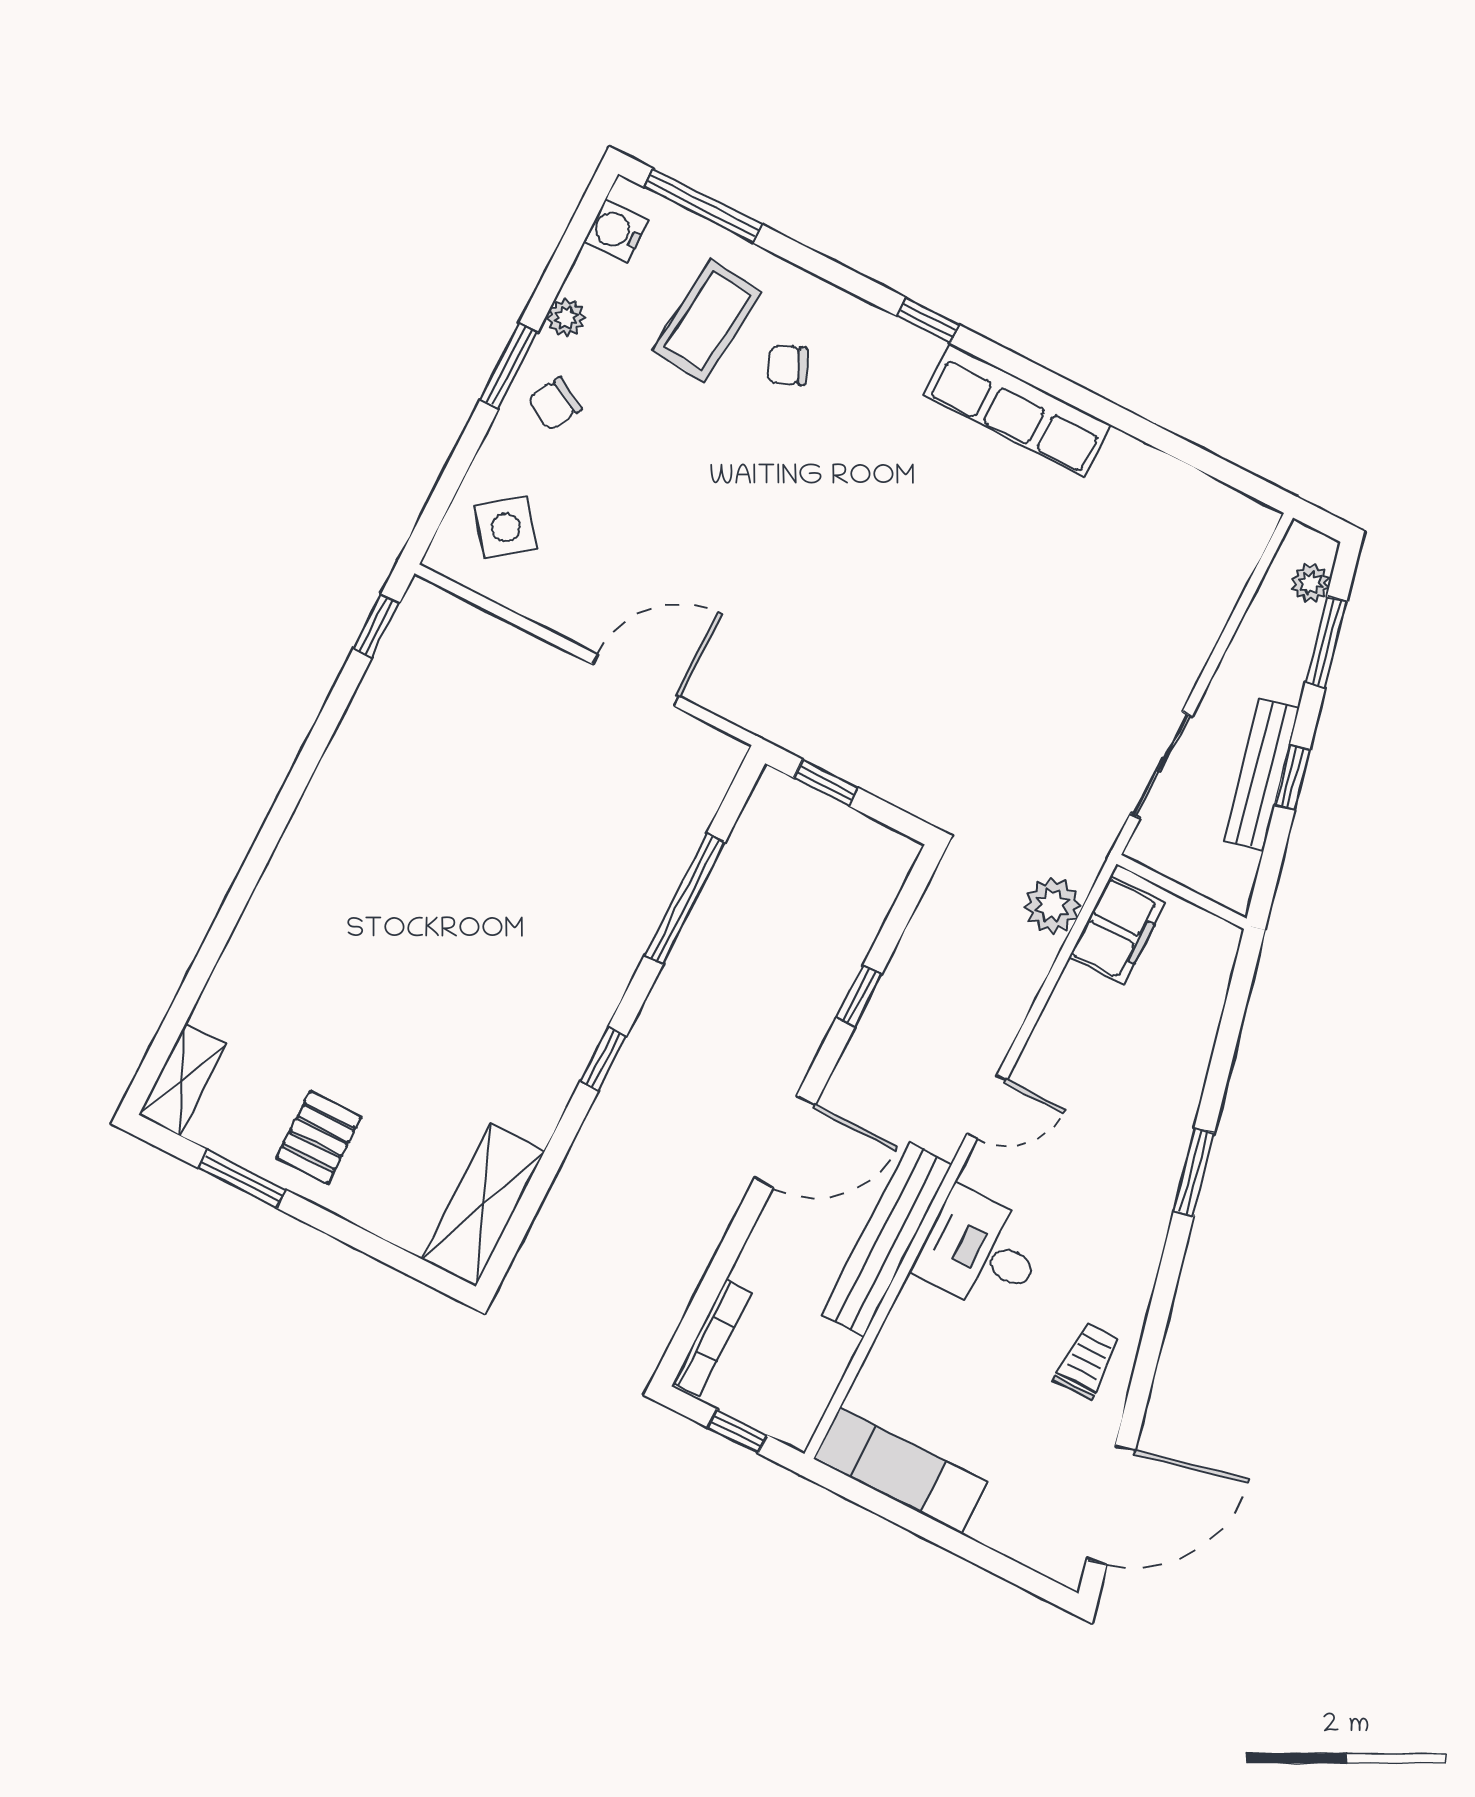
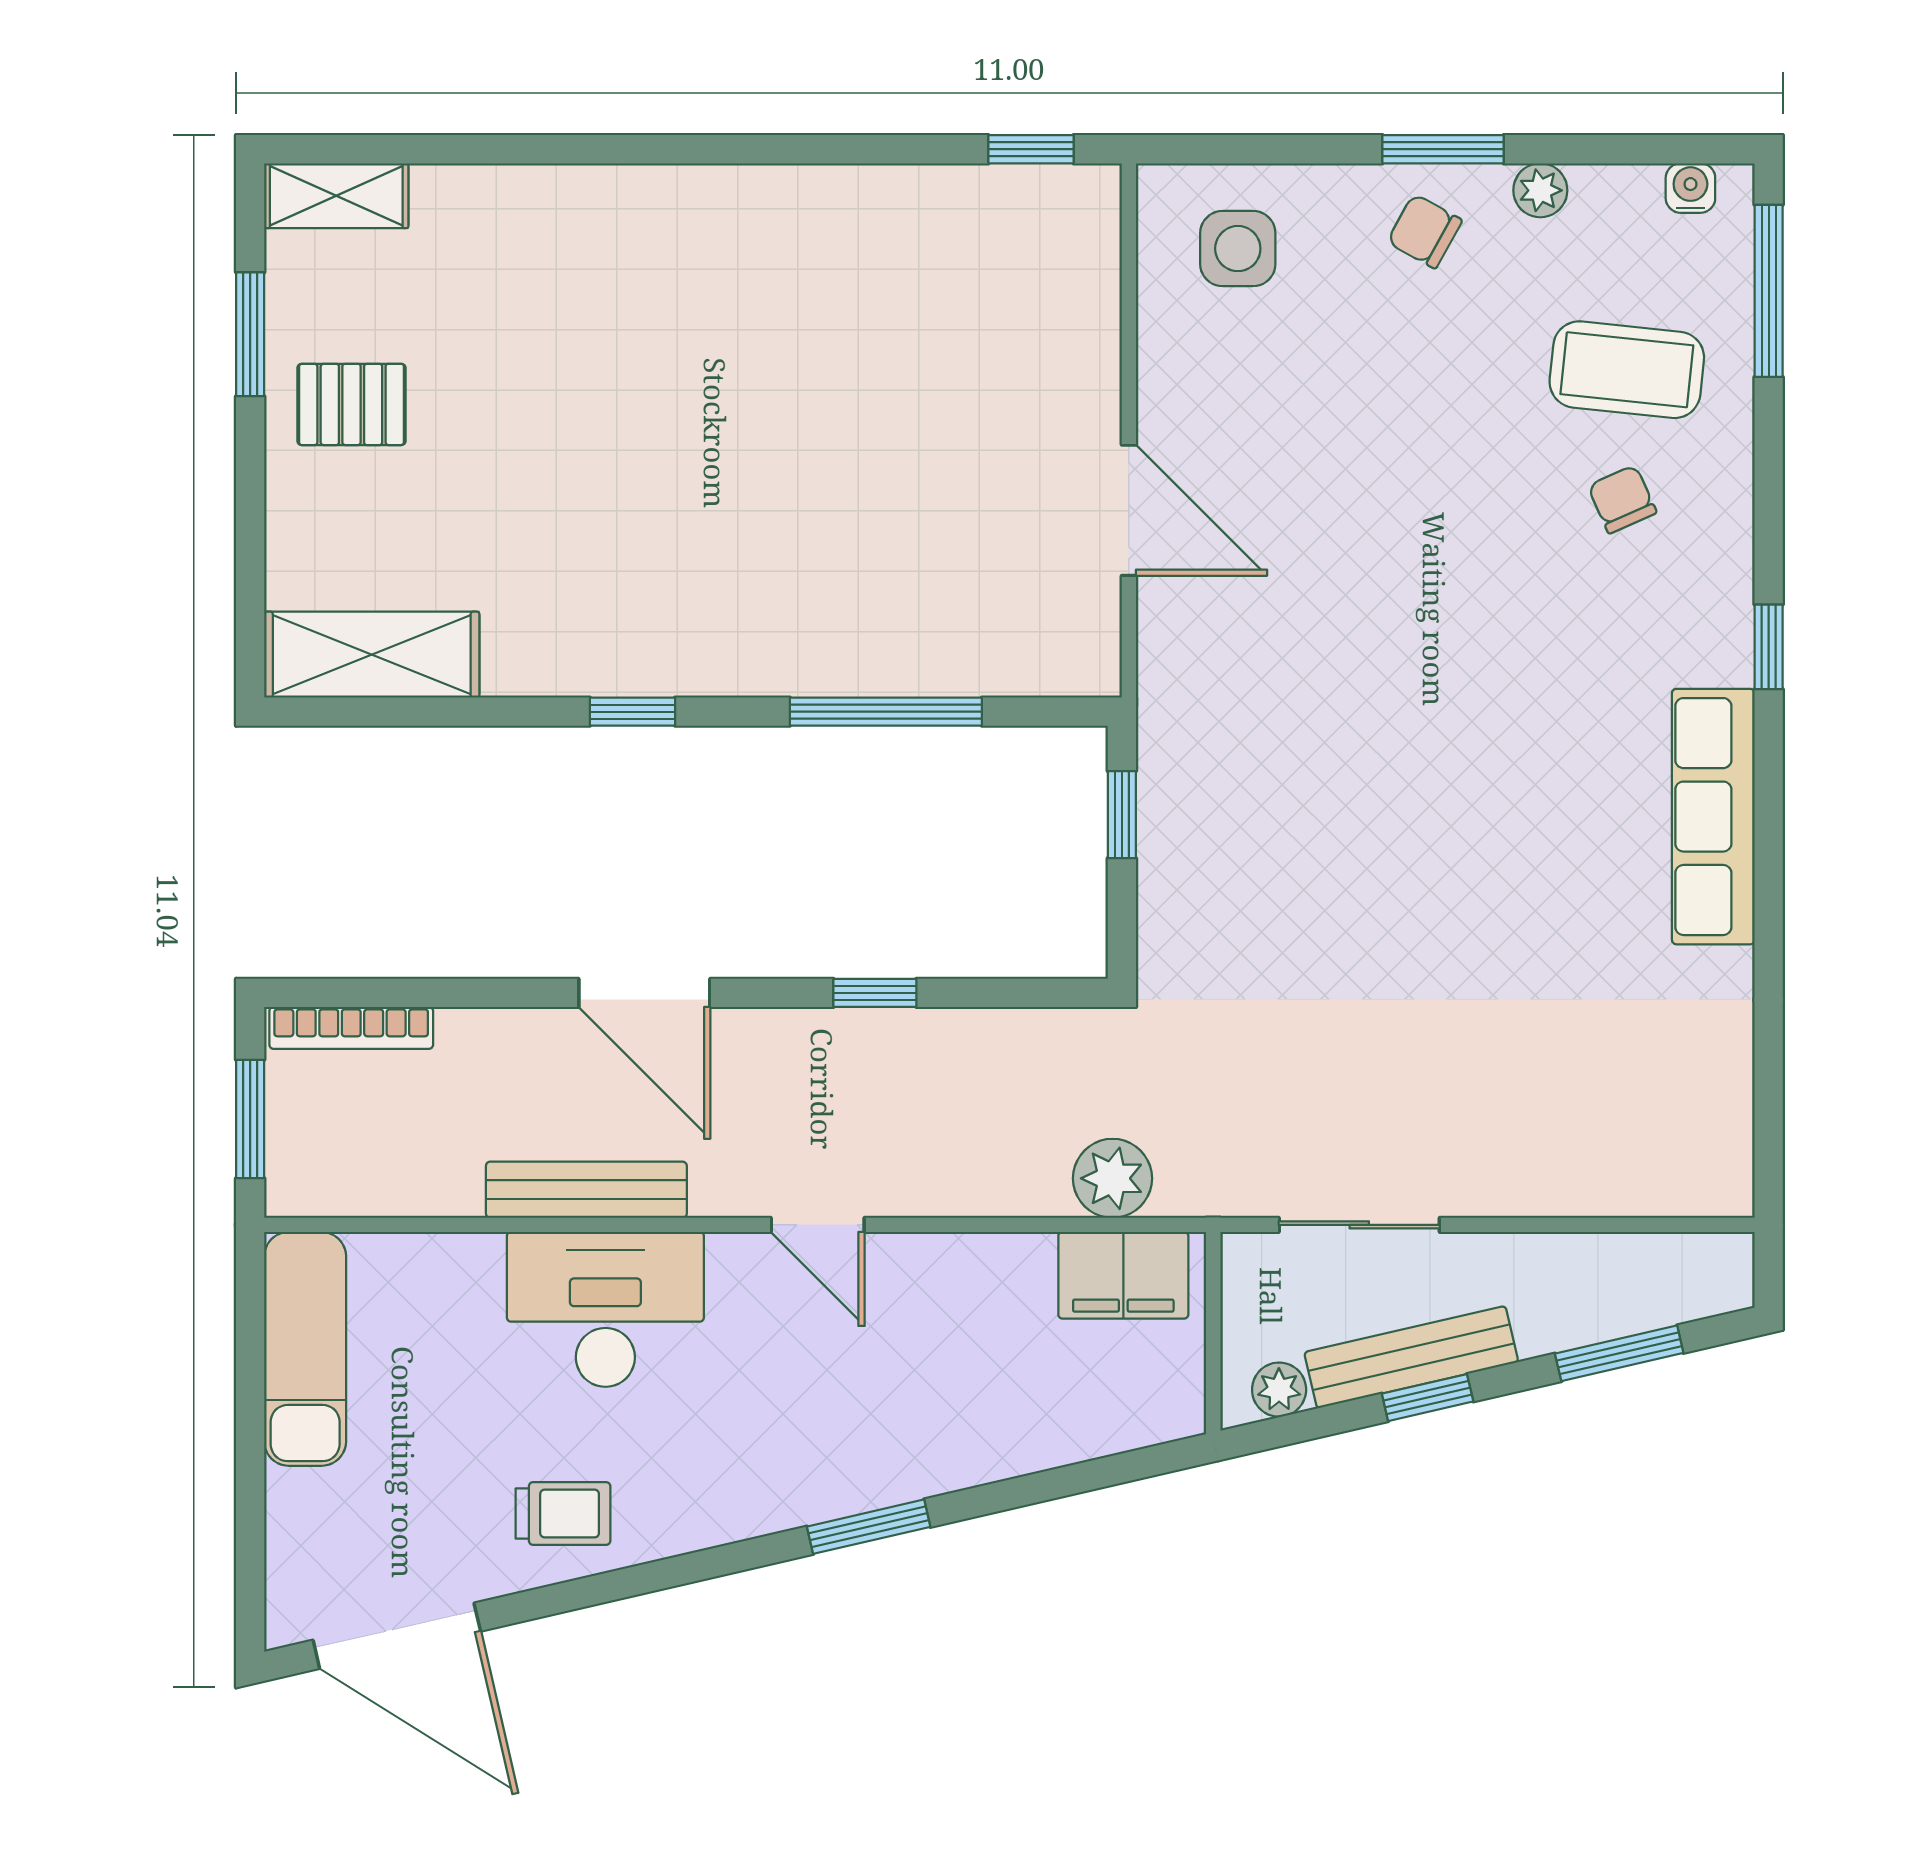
water cooler: (616, 231) -> (1690, 188), width x0.72, depth x0.72
side table: (506, 527) -> (1238, 249), turned 38
plant: (1311, 583) -> (1279, 1390), moved
bench: (887, 1240) -> (586, 1190), width x0.73, depth x0.82
desk: (981, 1251) -> (605, 1309), width x1.37
window: (737, 1431) -> (250, 1119), width x1.50

